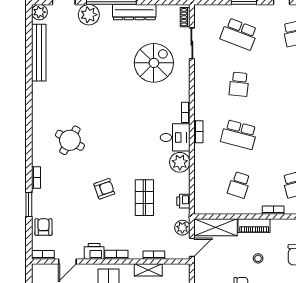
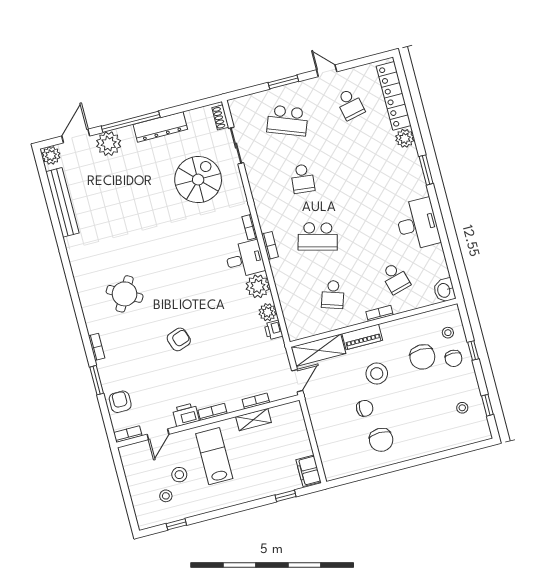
shop shelf: (144, 198) -> (228, 338), removed
plant: (182, 228) -> (268, 312), moved
stool: (258, 258) -> (377, 374), width x1.89, depth x1.89

